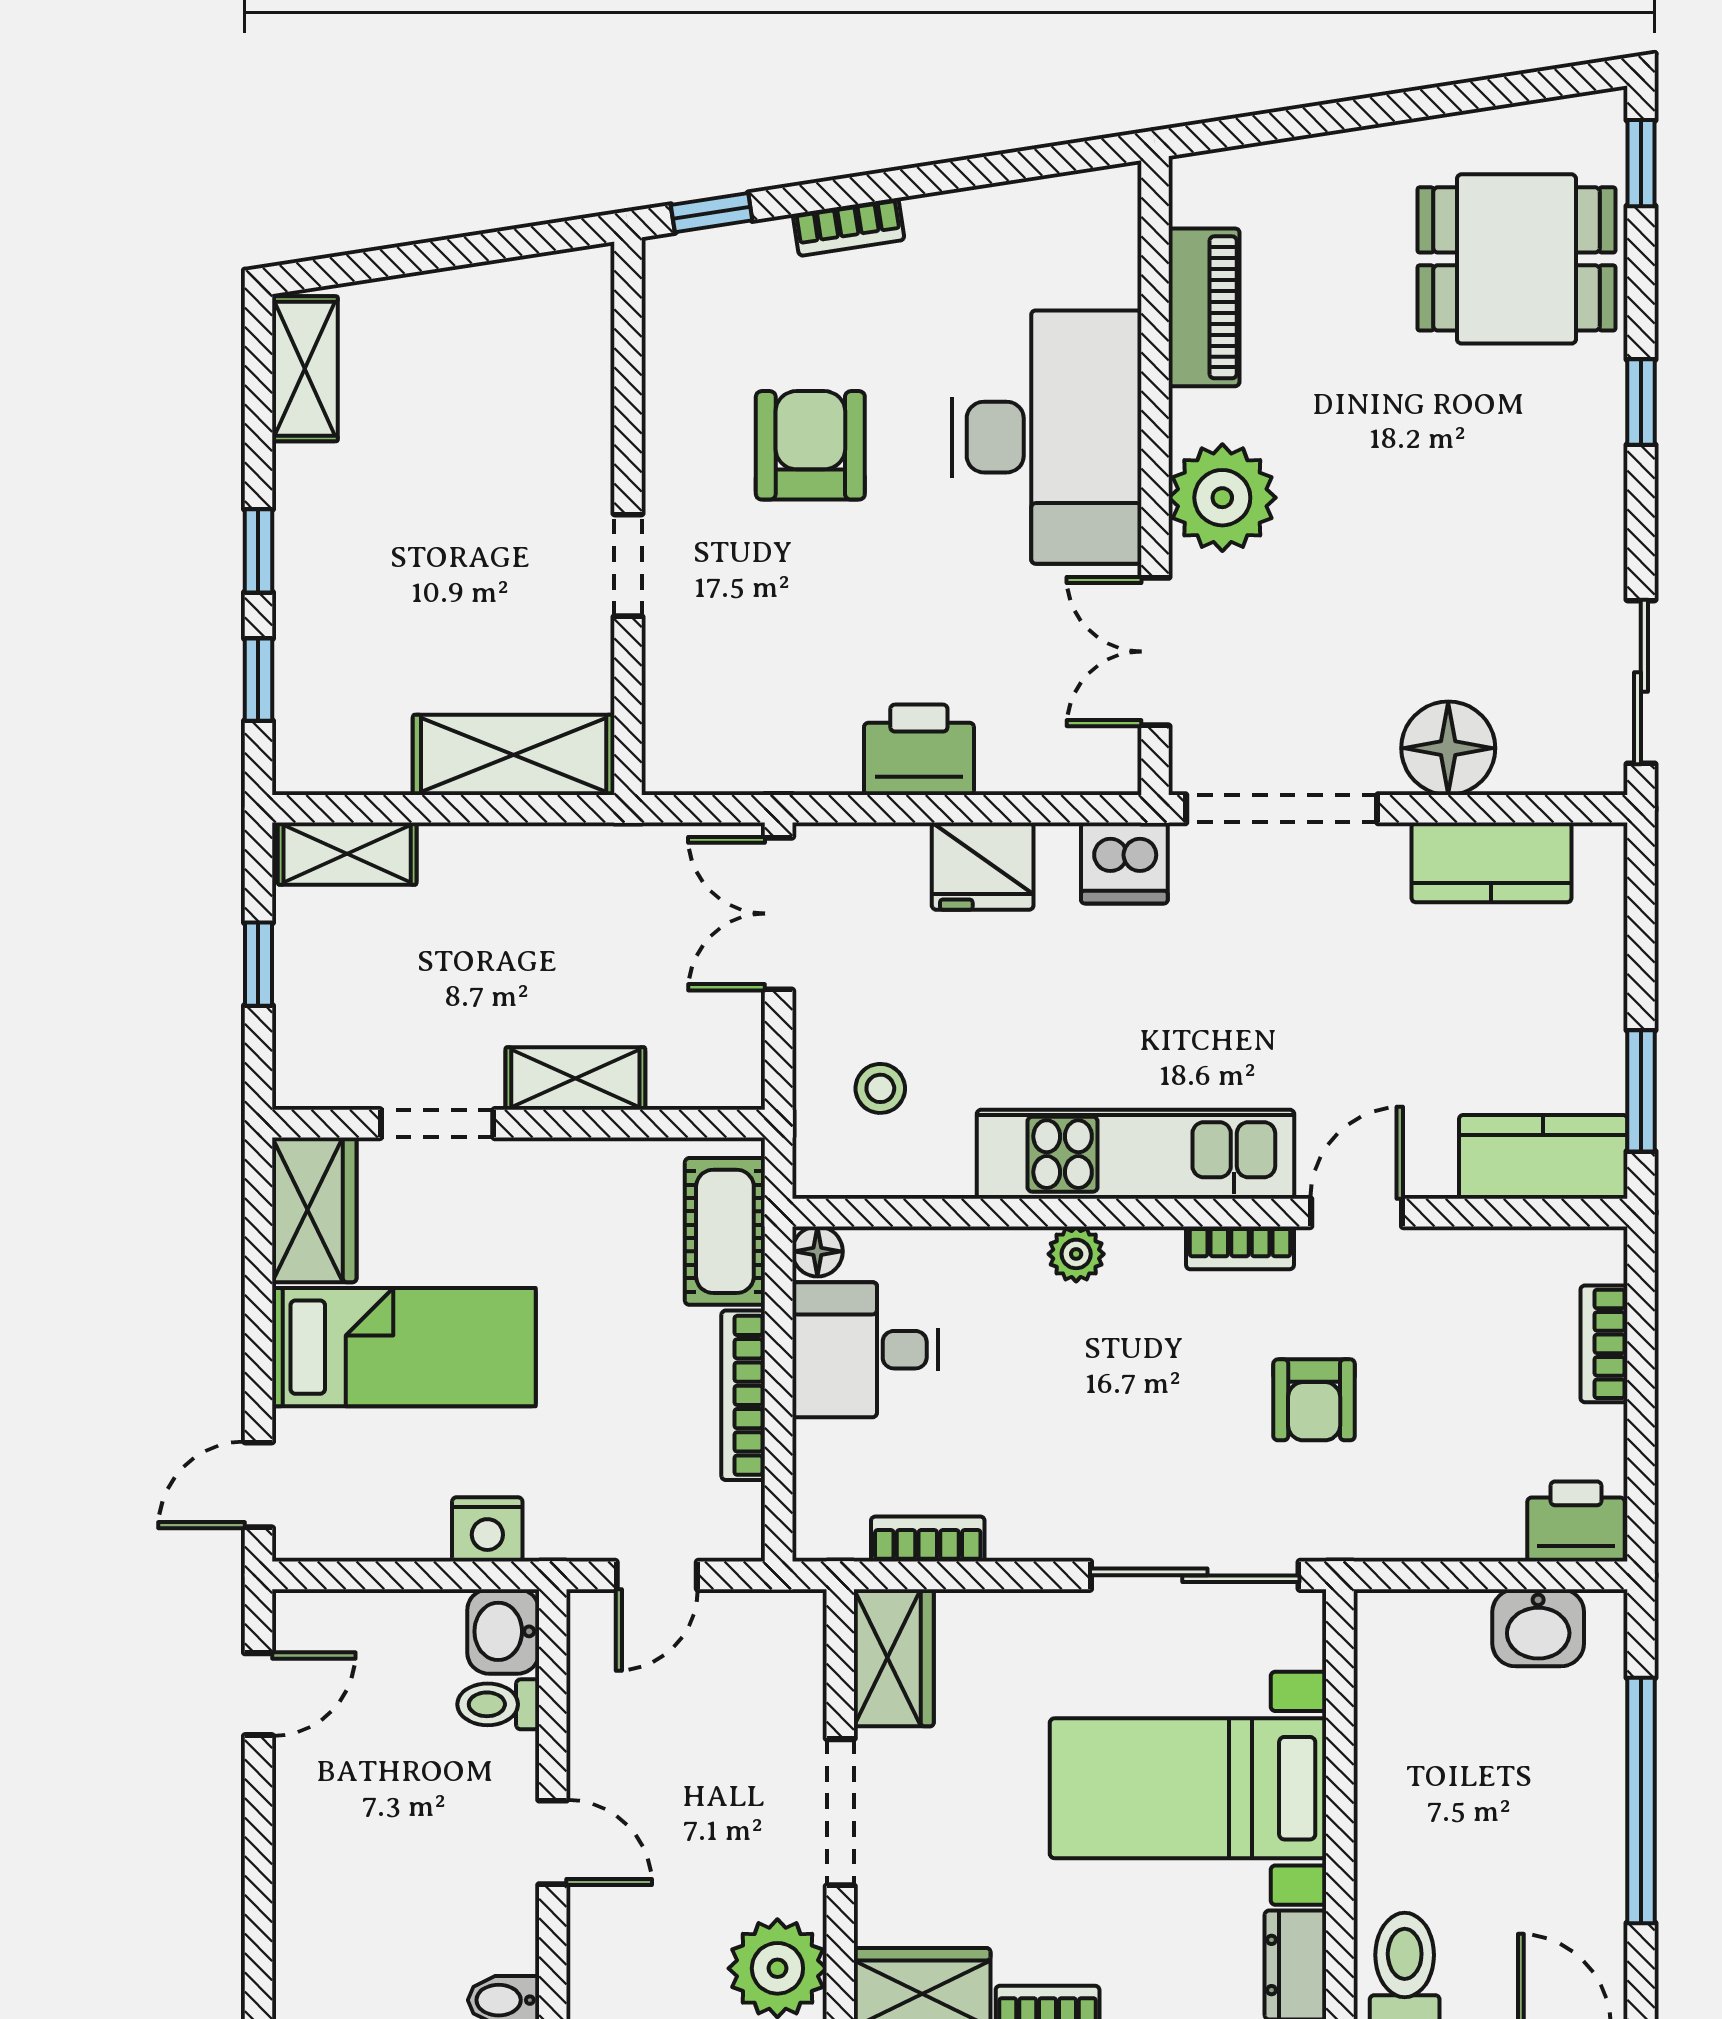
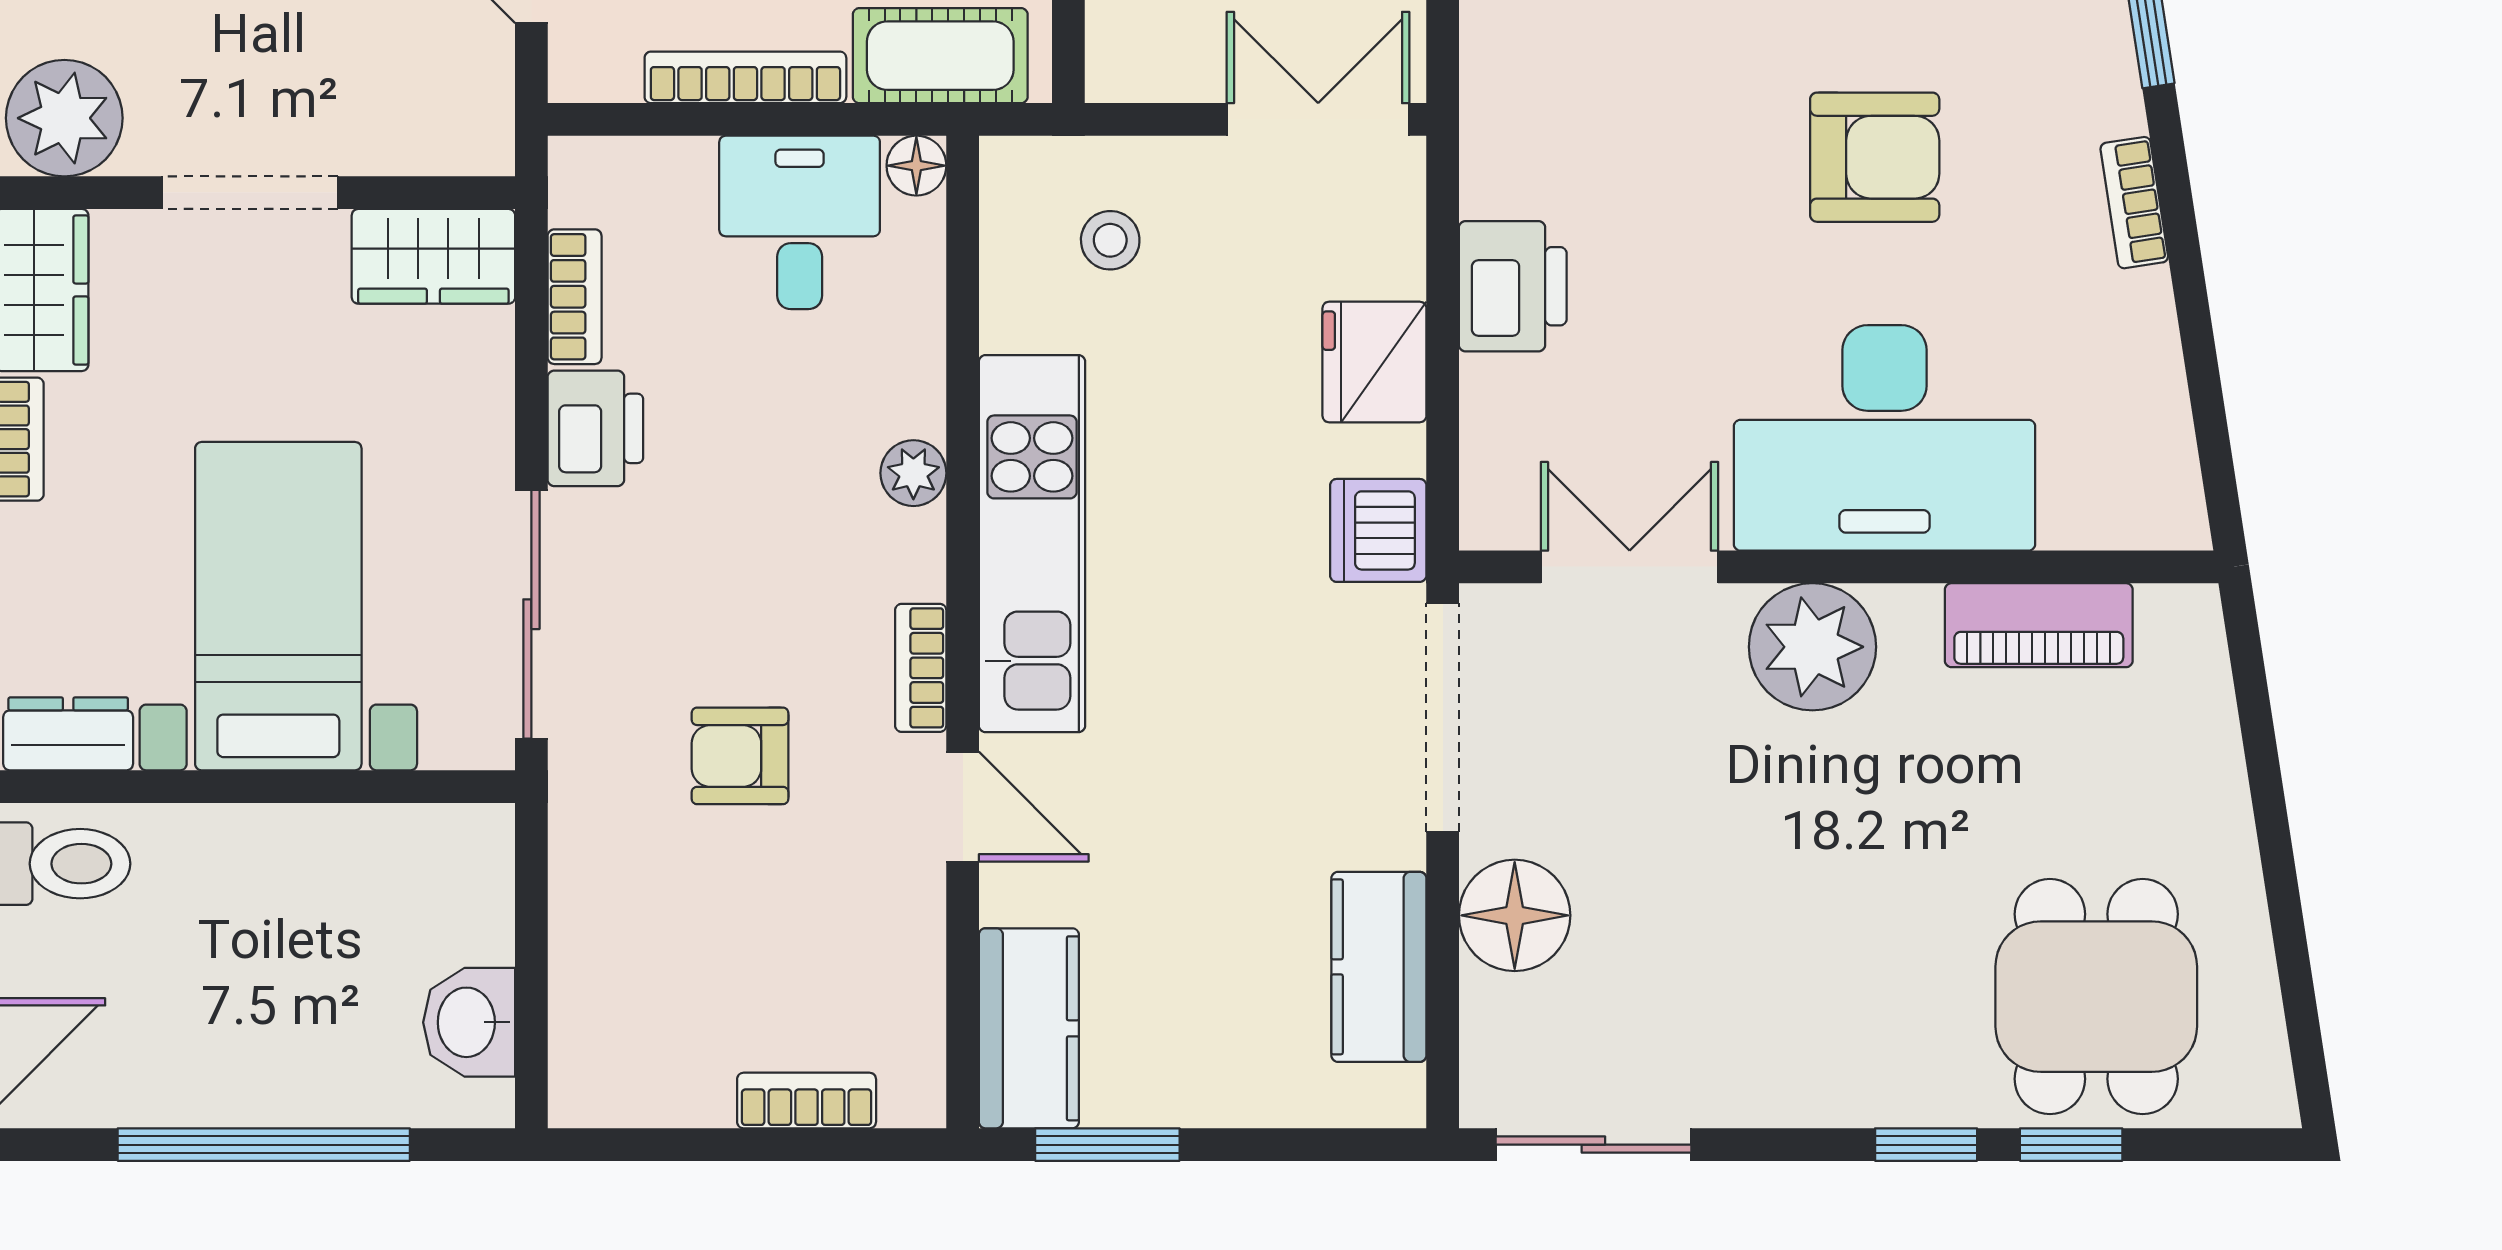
window: (1641, 163) -> (2071, 1145), moved
printer: (1576, 1521) -> (595, 428), moved

